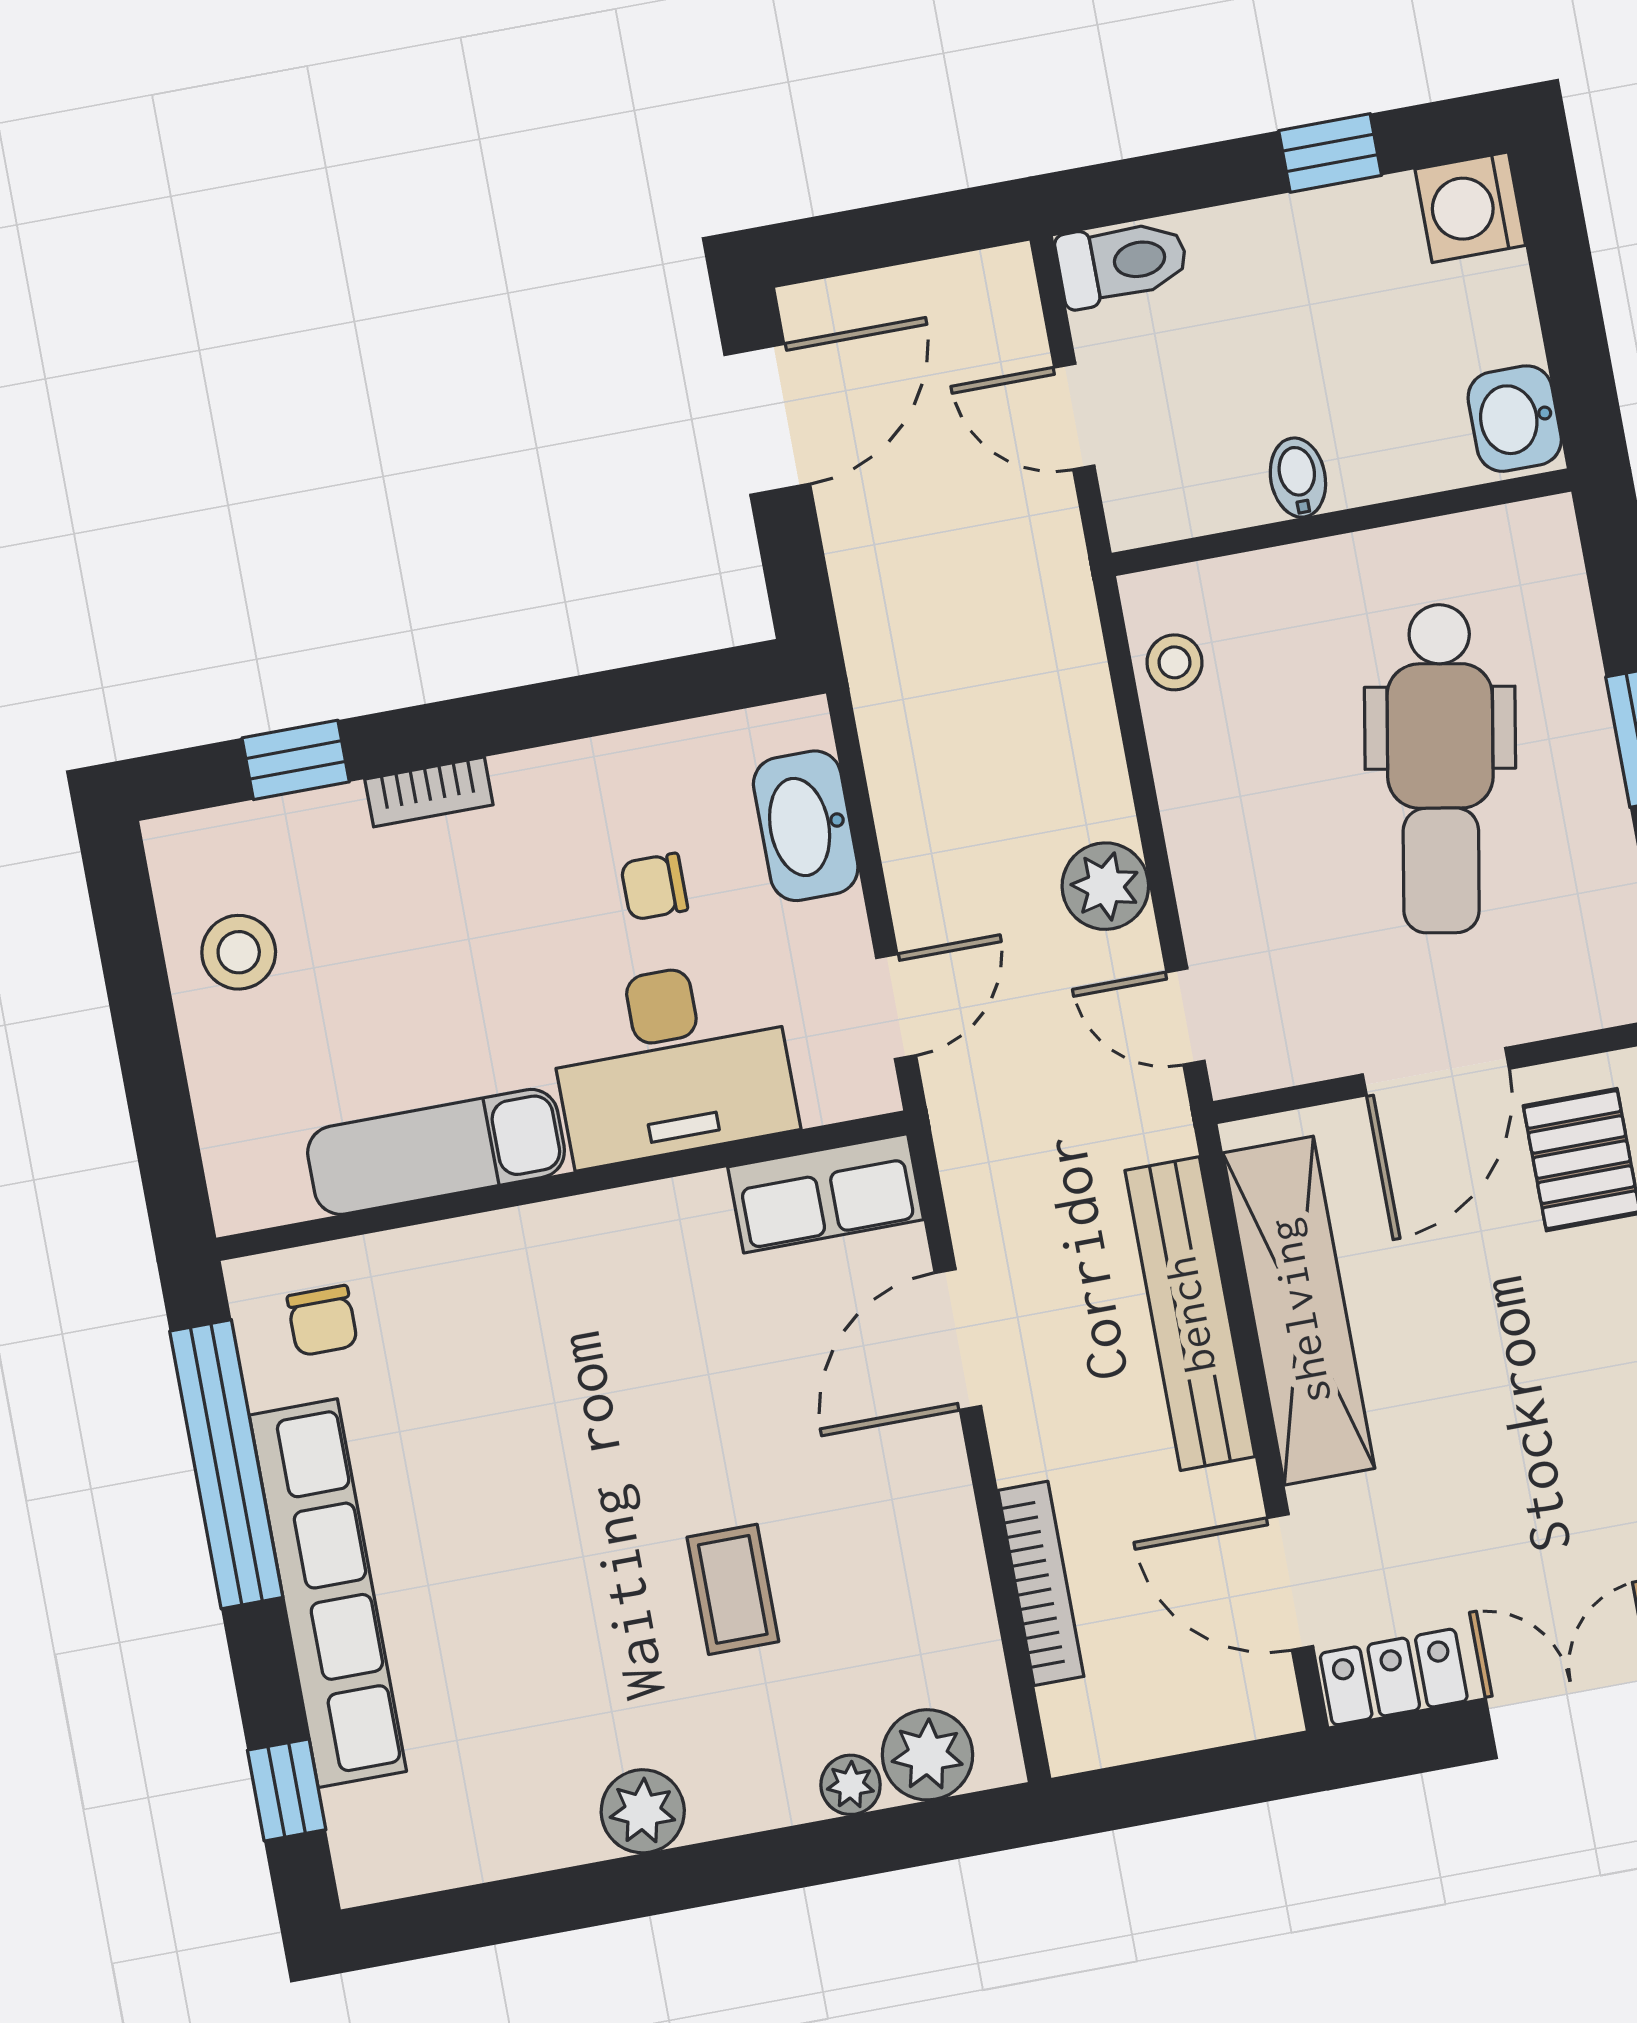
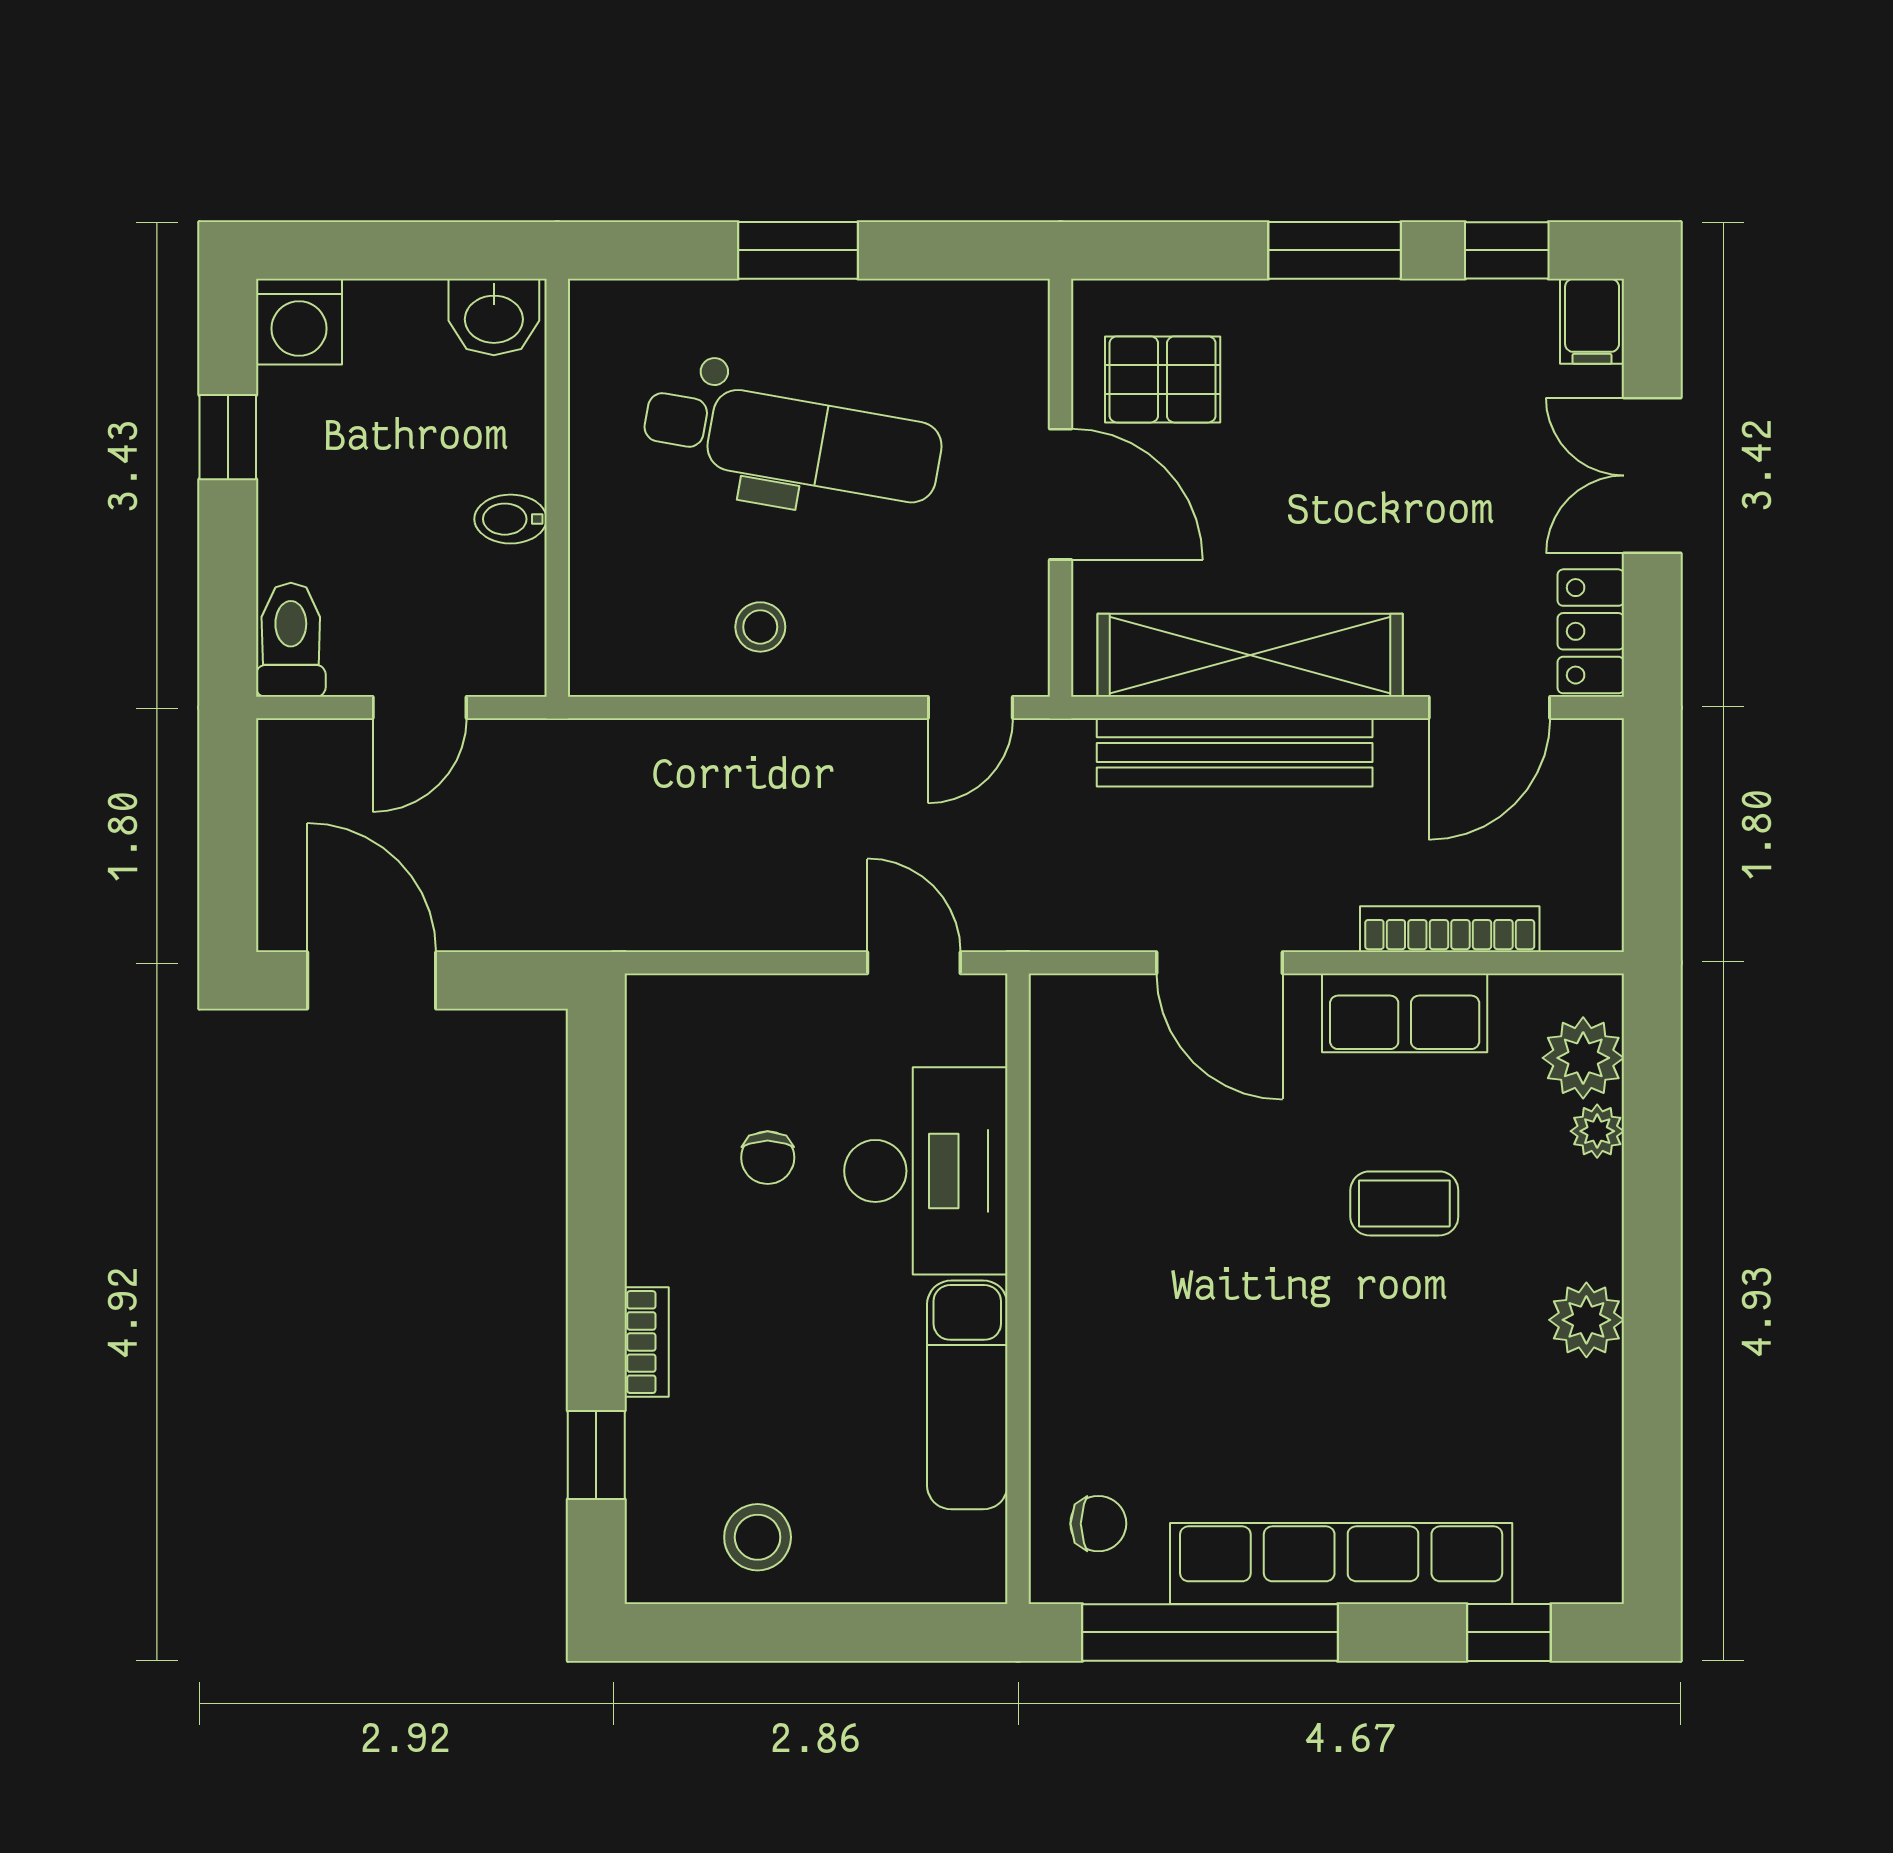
stool: (1175, 662) -> (760, 627), moved
washbasin: (806, 826) -> (739, 1013), removed
plant: (1105, 886) -> (841, 757), removed
row of seats: (826, 1193) -> (1405, 1013), moved, turned 90

